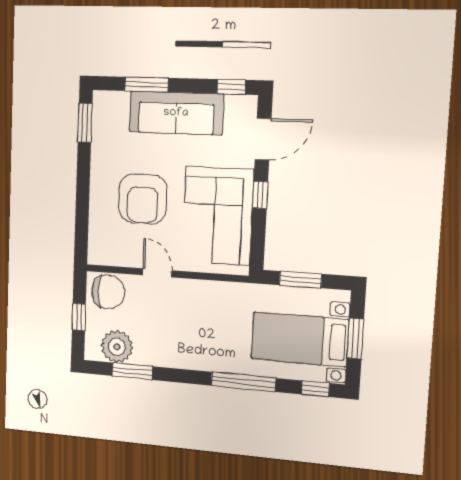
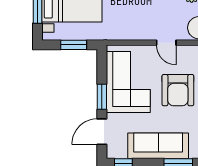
window: (260, 195) -> (102, 97), width x1.50
armchair: (143, 199) -> (178, 90), turned 180

